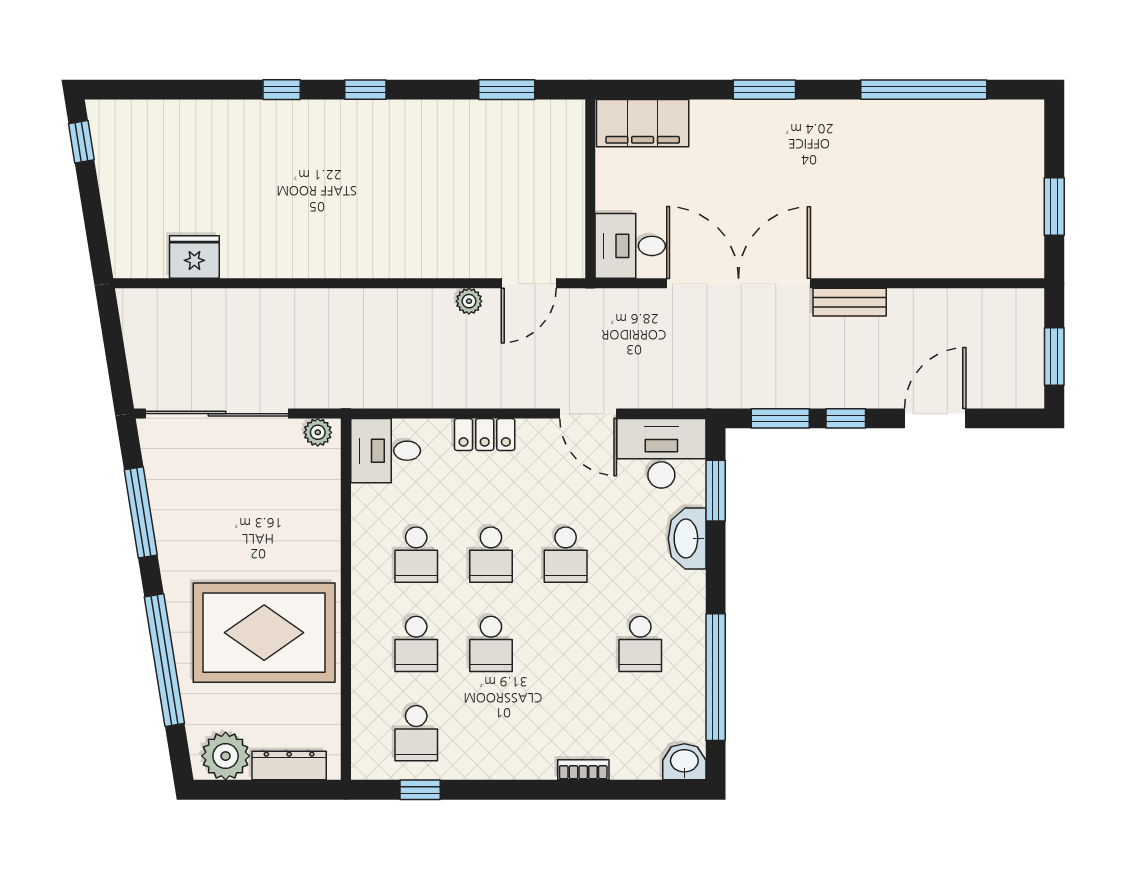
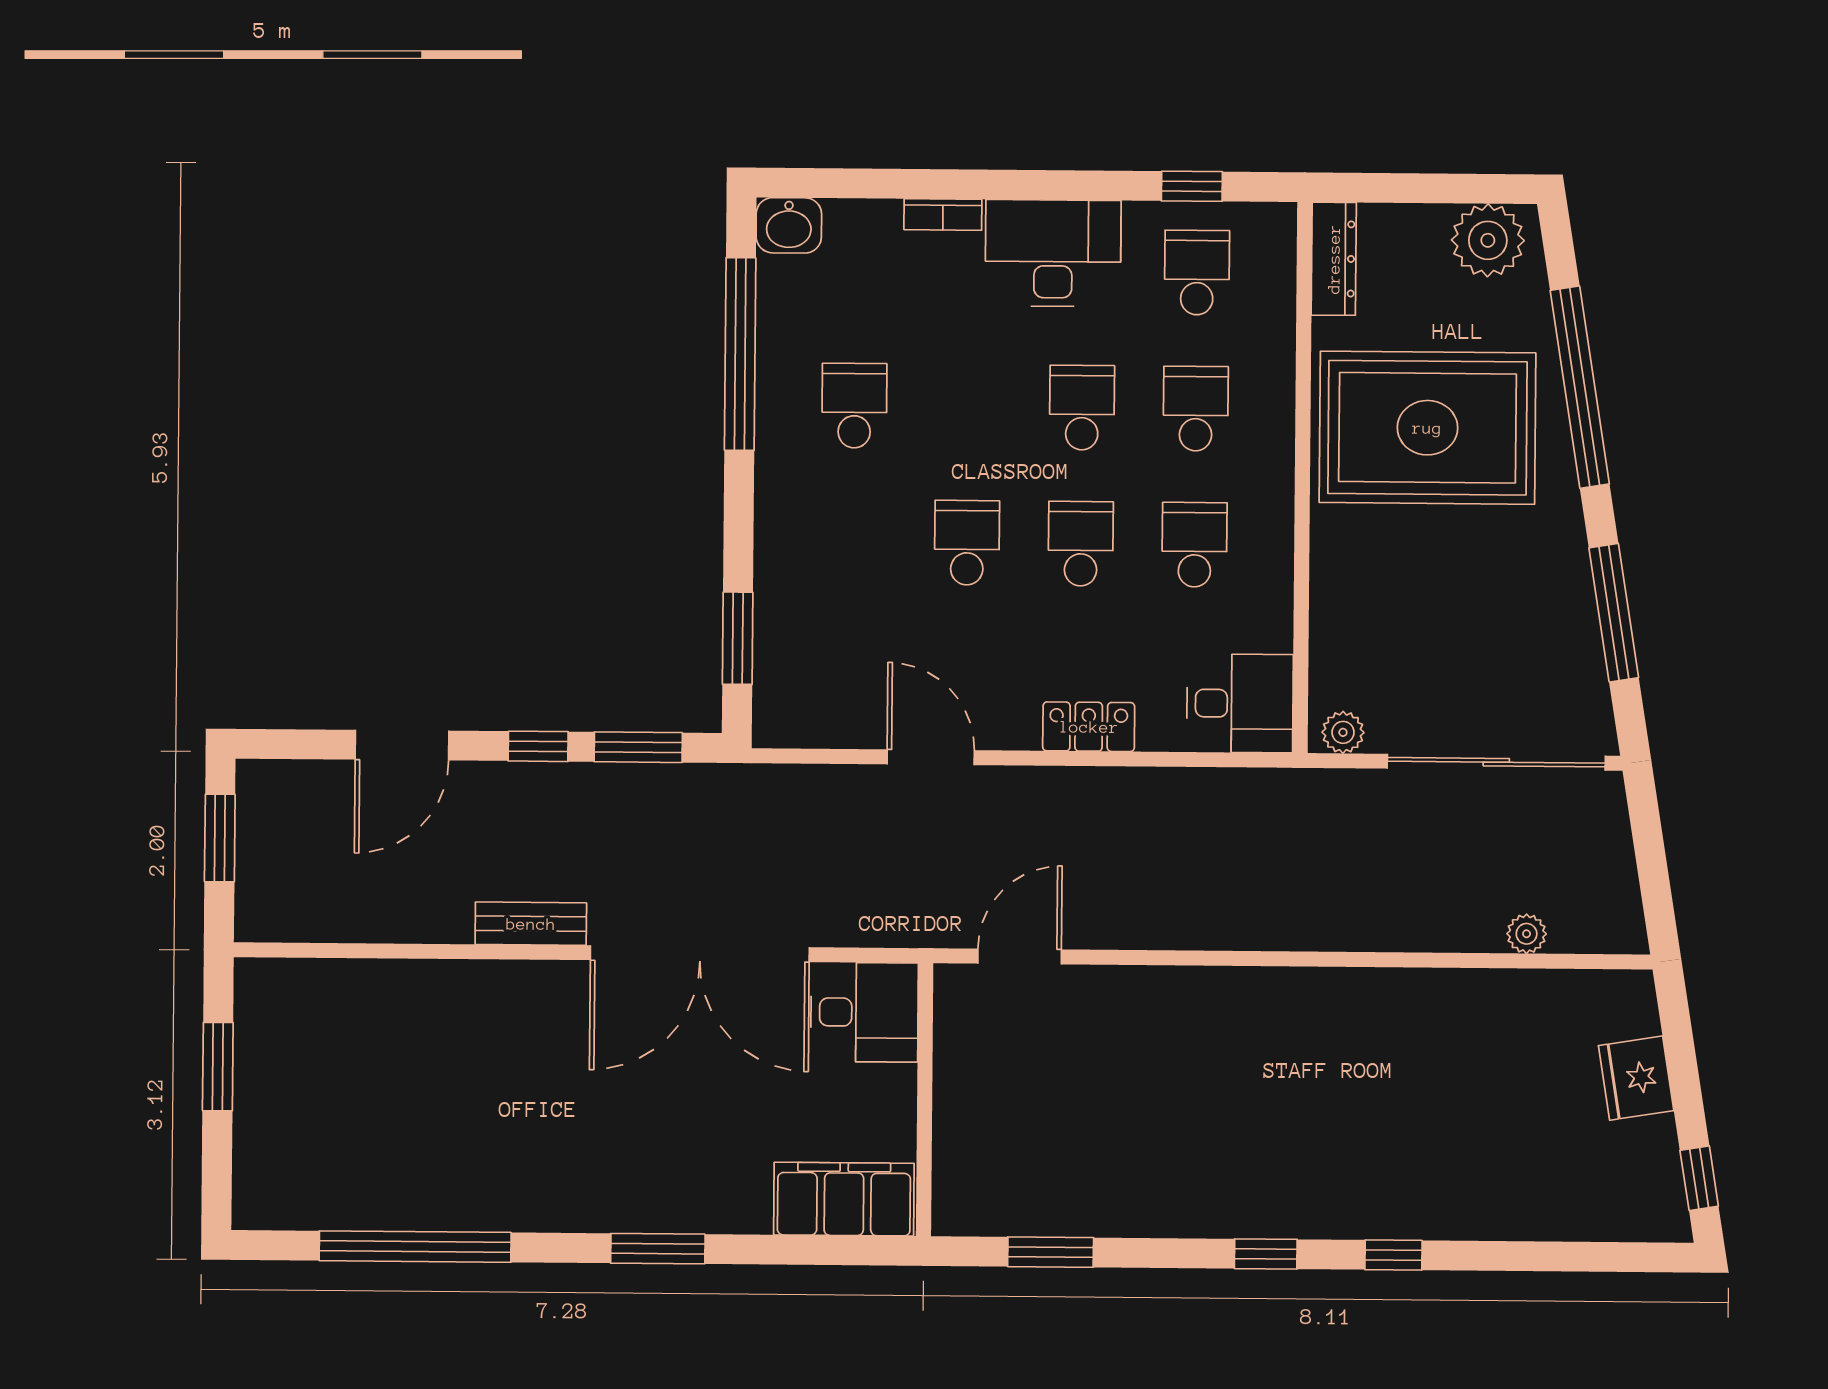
fridge: (194, 257) -> (1636, 1078), moved, turned 81
plant: (469, 301) -> (1527, 934), moved
desk: (661, 453) -> (1053, 253), moved, turned 180
washbasin: (687, 539) -> (782, 565), removed
dresser: (289, 766) -> (1334, 259), moved, turned -90

